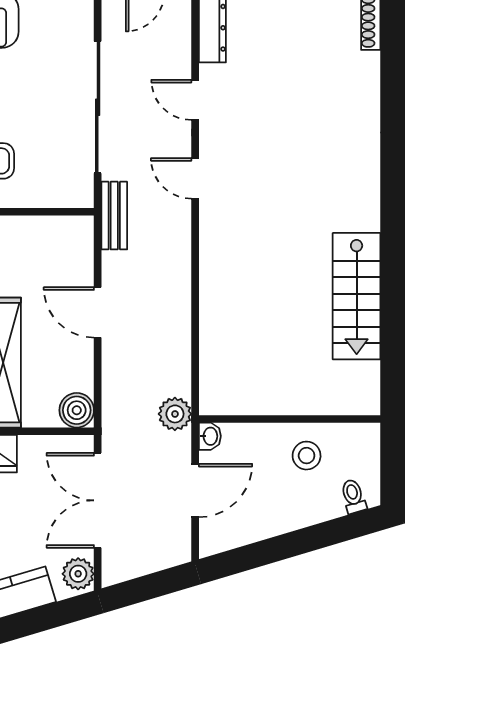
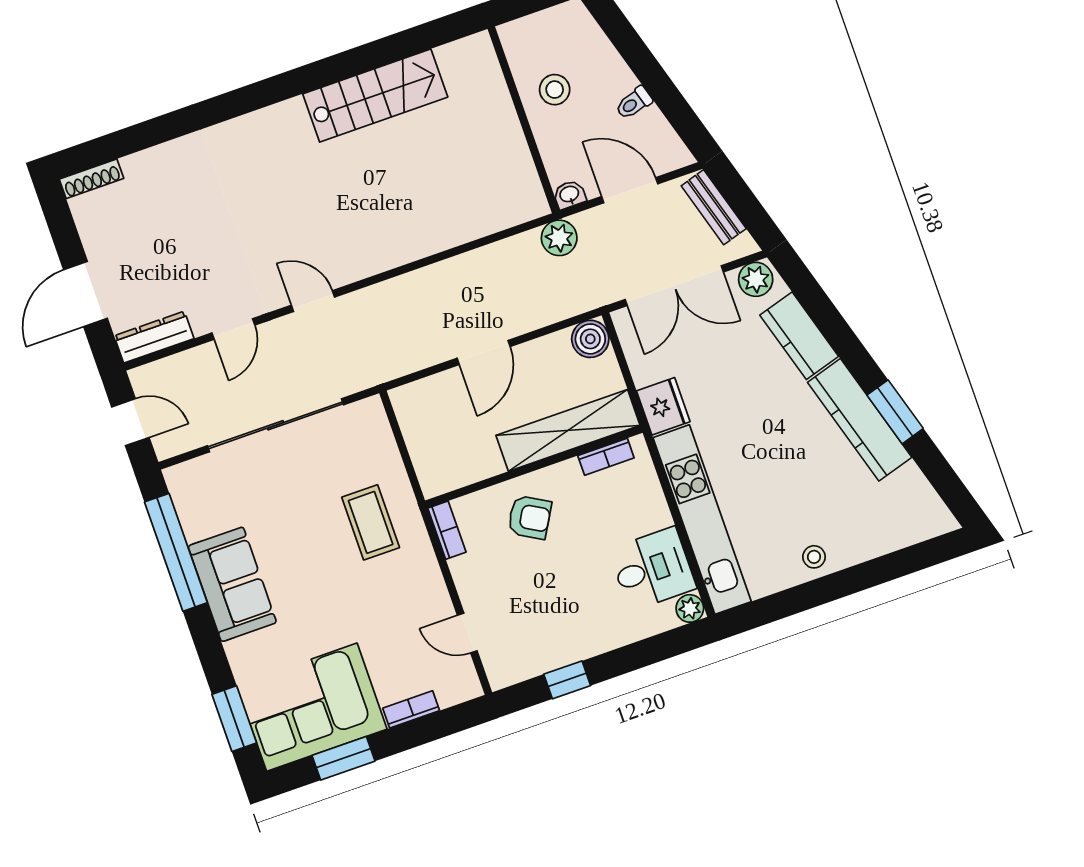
door: (195, 178) -> (313, 301), swing flipped
bench: (114, 216) -> (714, 207), moved, turned 73
toilet: (353, 496) -> (634, 103), moved

